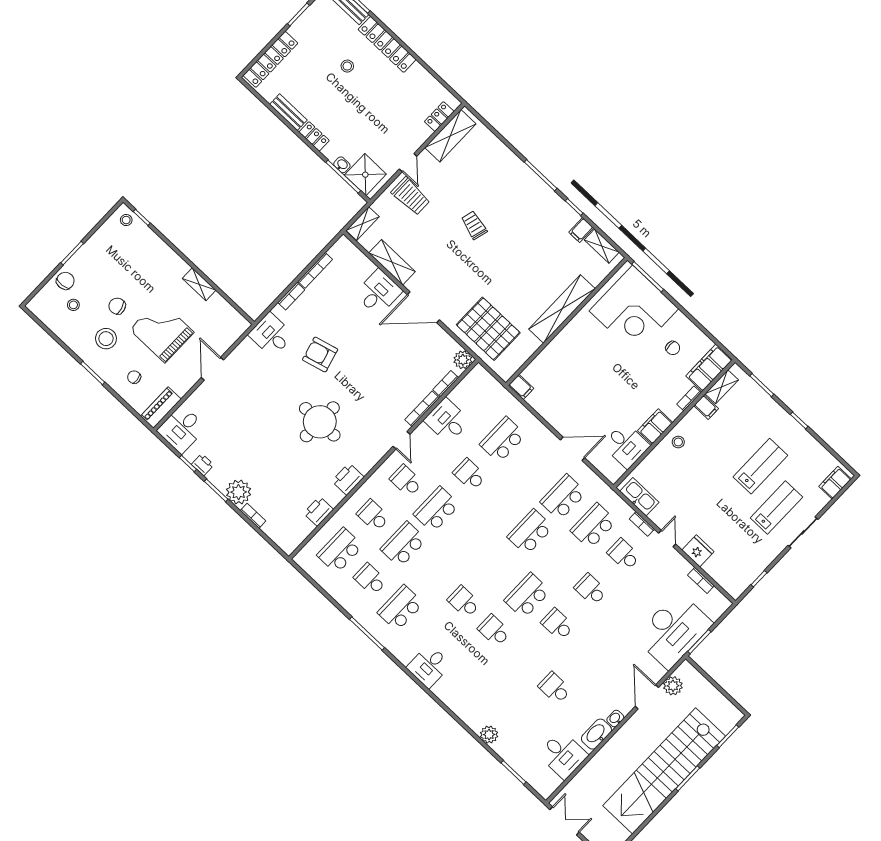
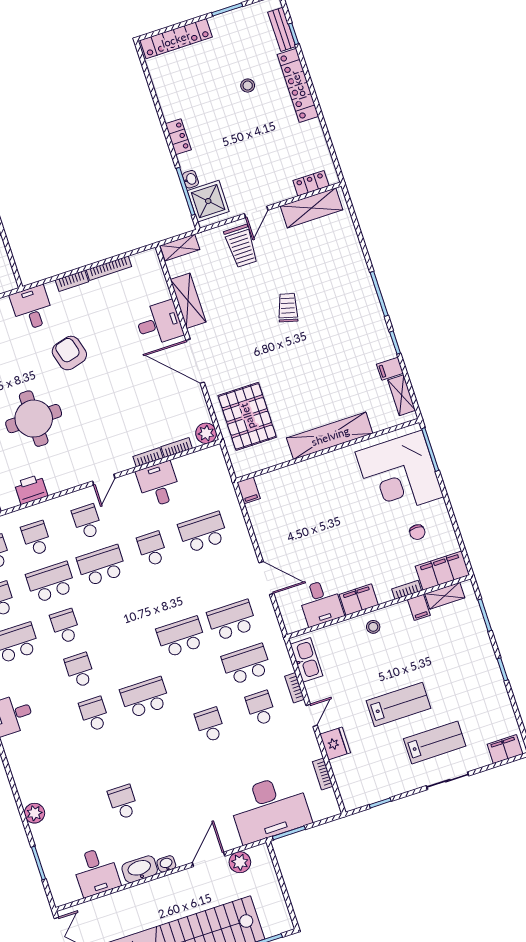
bench: (288, 112) -> (166, 100), removed
bookcase: (422, 409) -> (148, 457), width x0.64
lab bench: (760, 466) -> (399, 704), moved
school desk: (558, 624) -> (65, 626), moved

